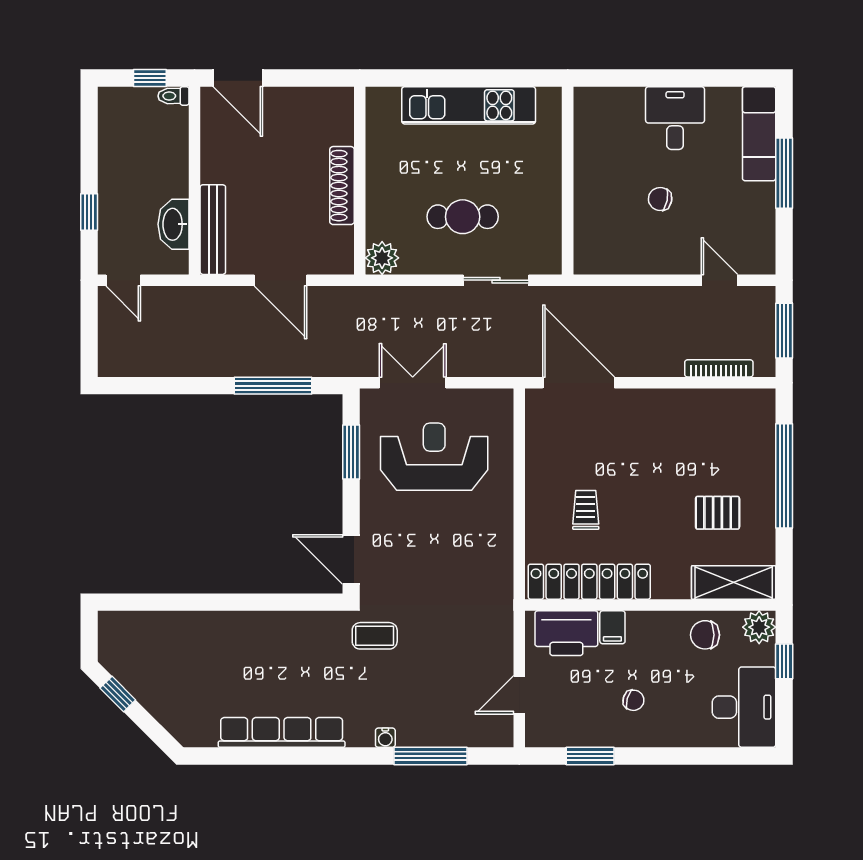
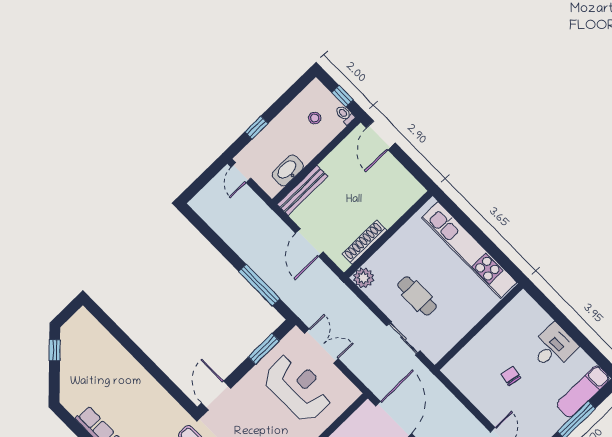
kitchen unit: (469, 105) -> (469, 250), width x1.36
stool: (144, 134) -> (315, 118), added
shoe rack: (342, 186) -> (364, 242), moved

